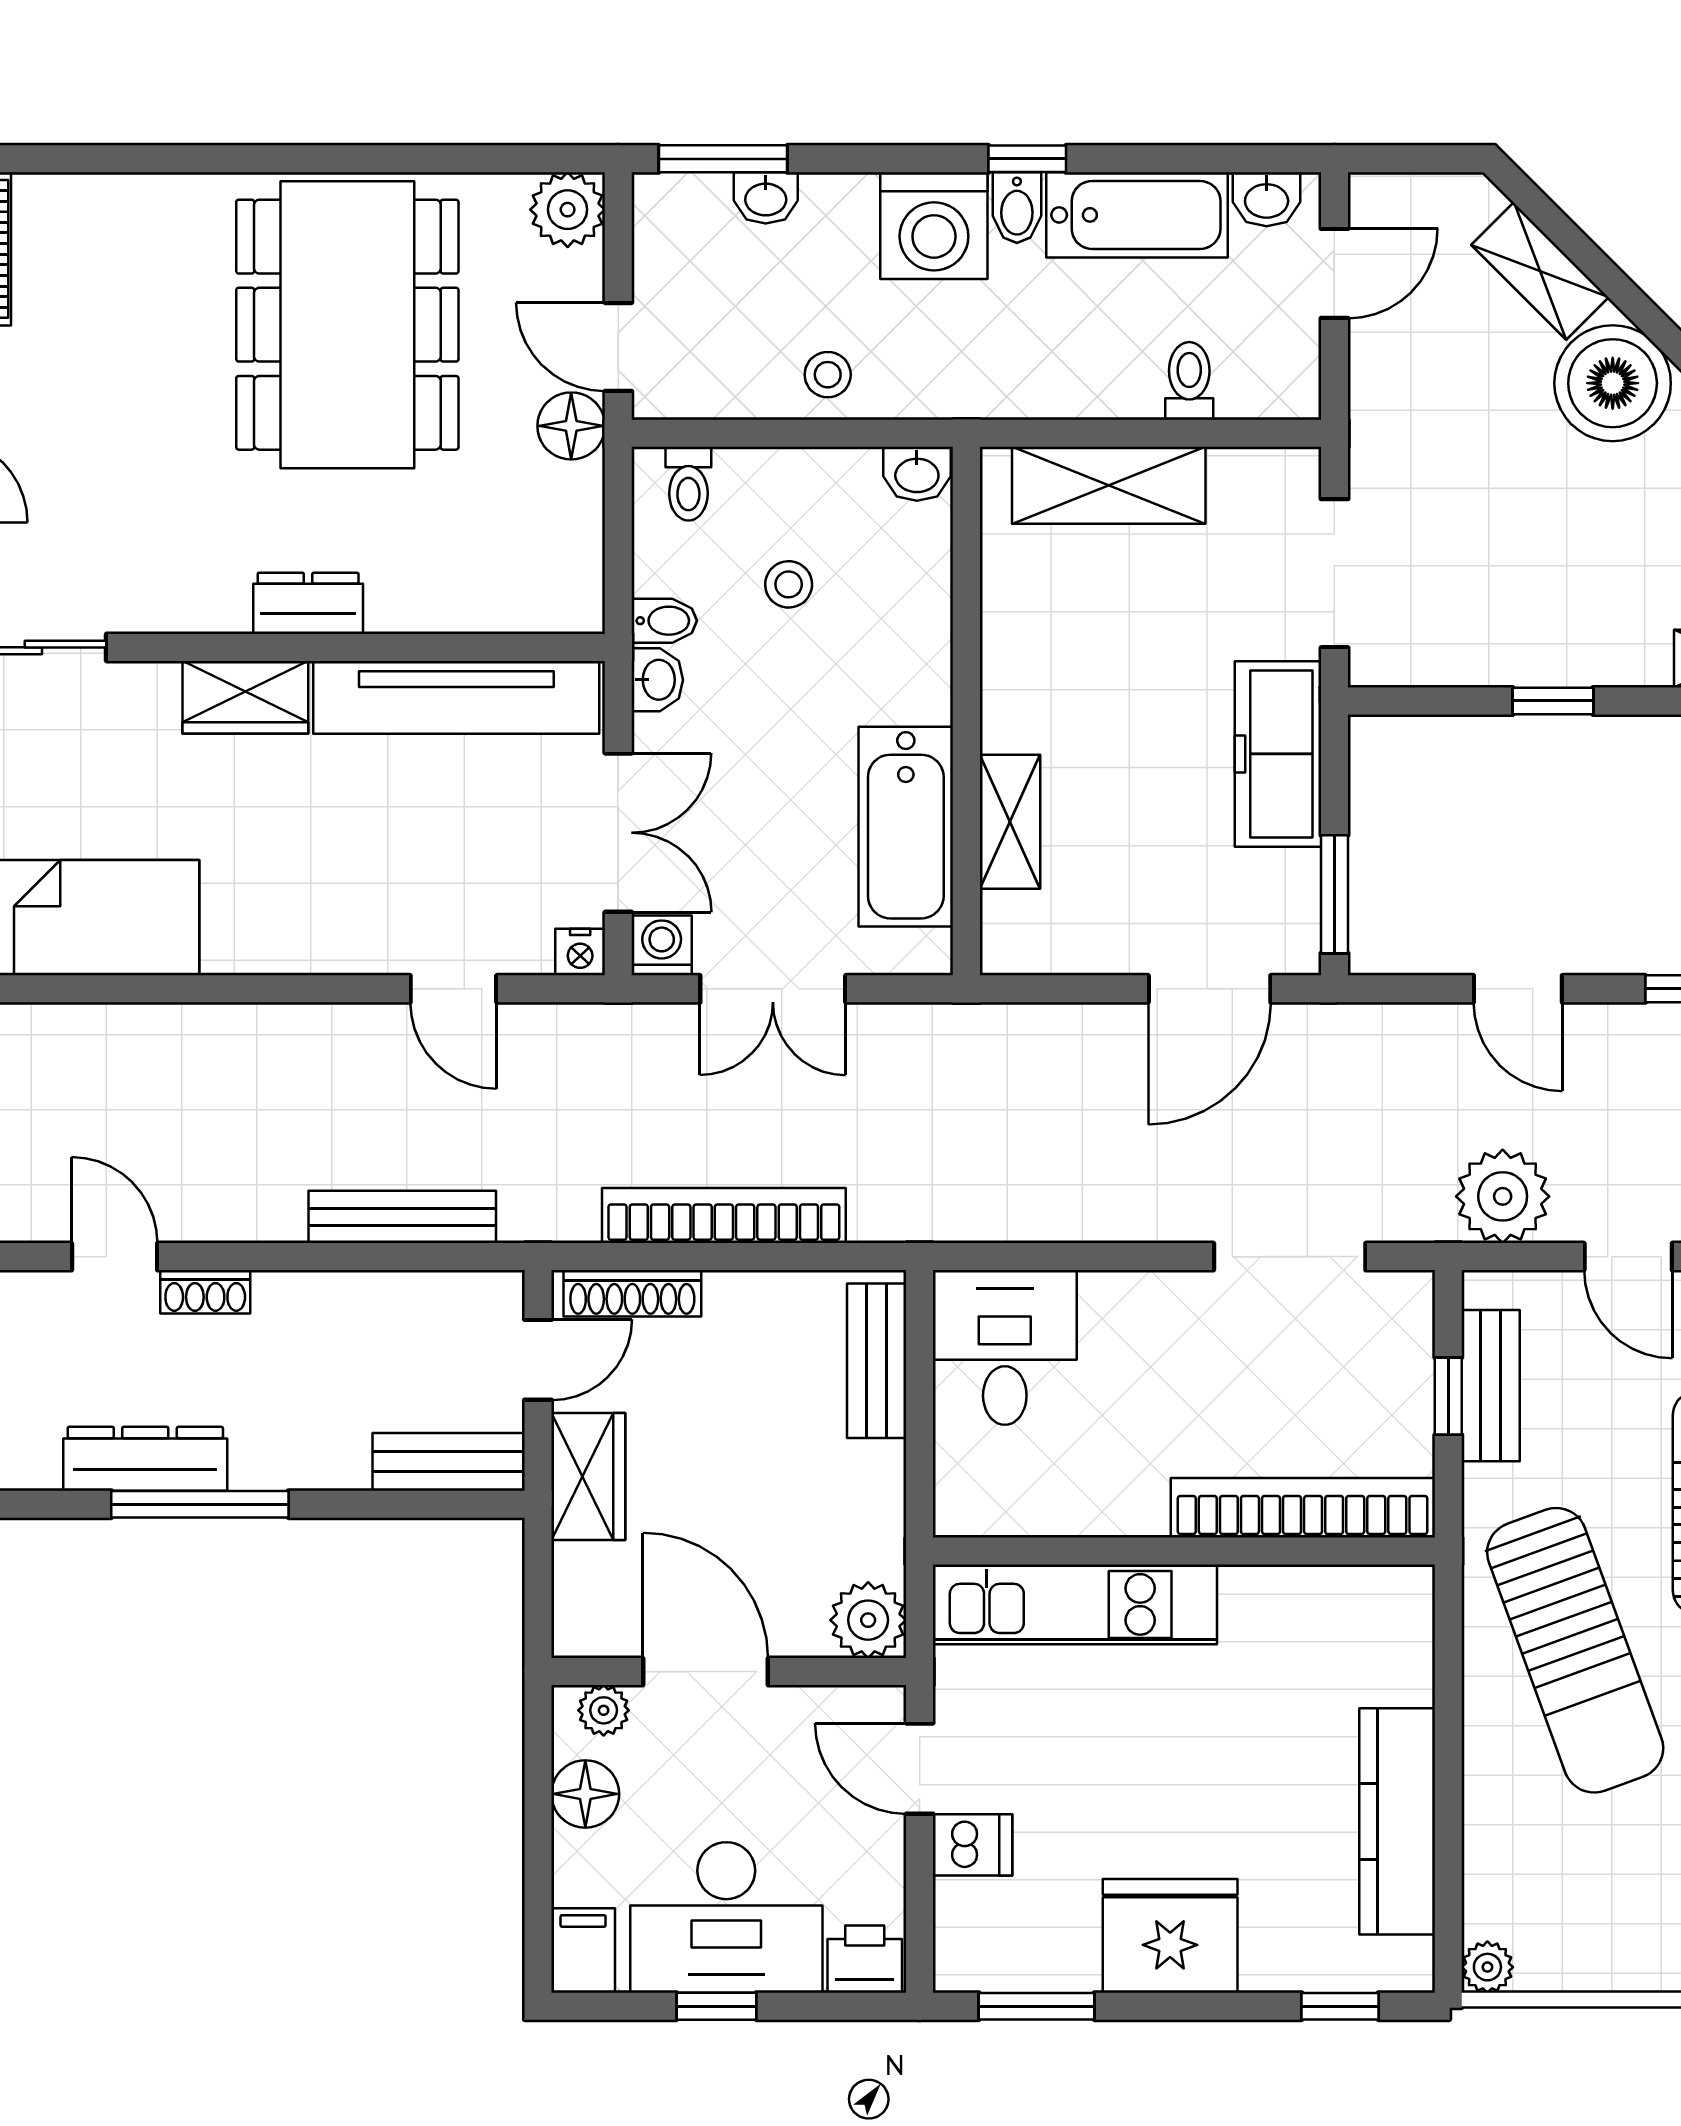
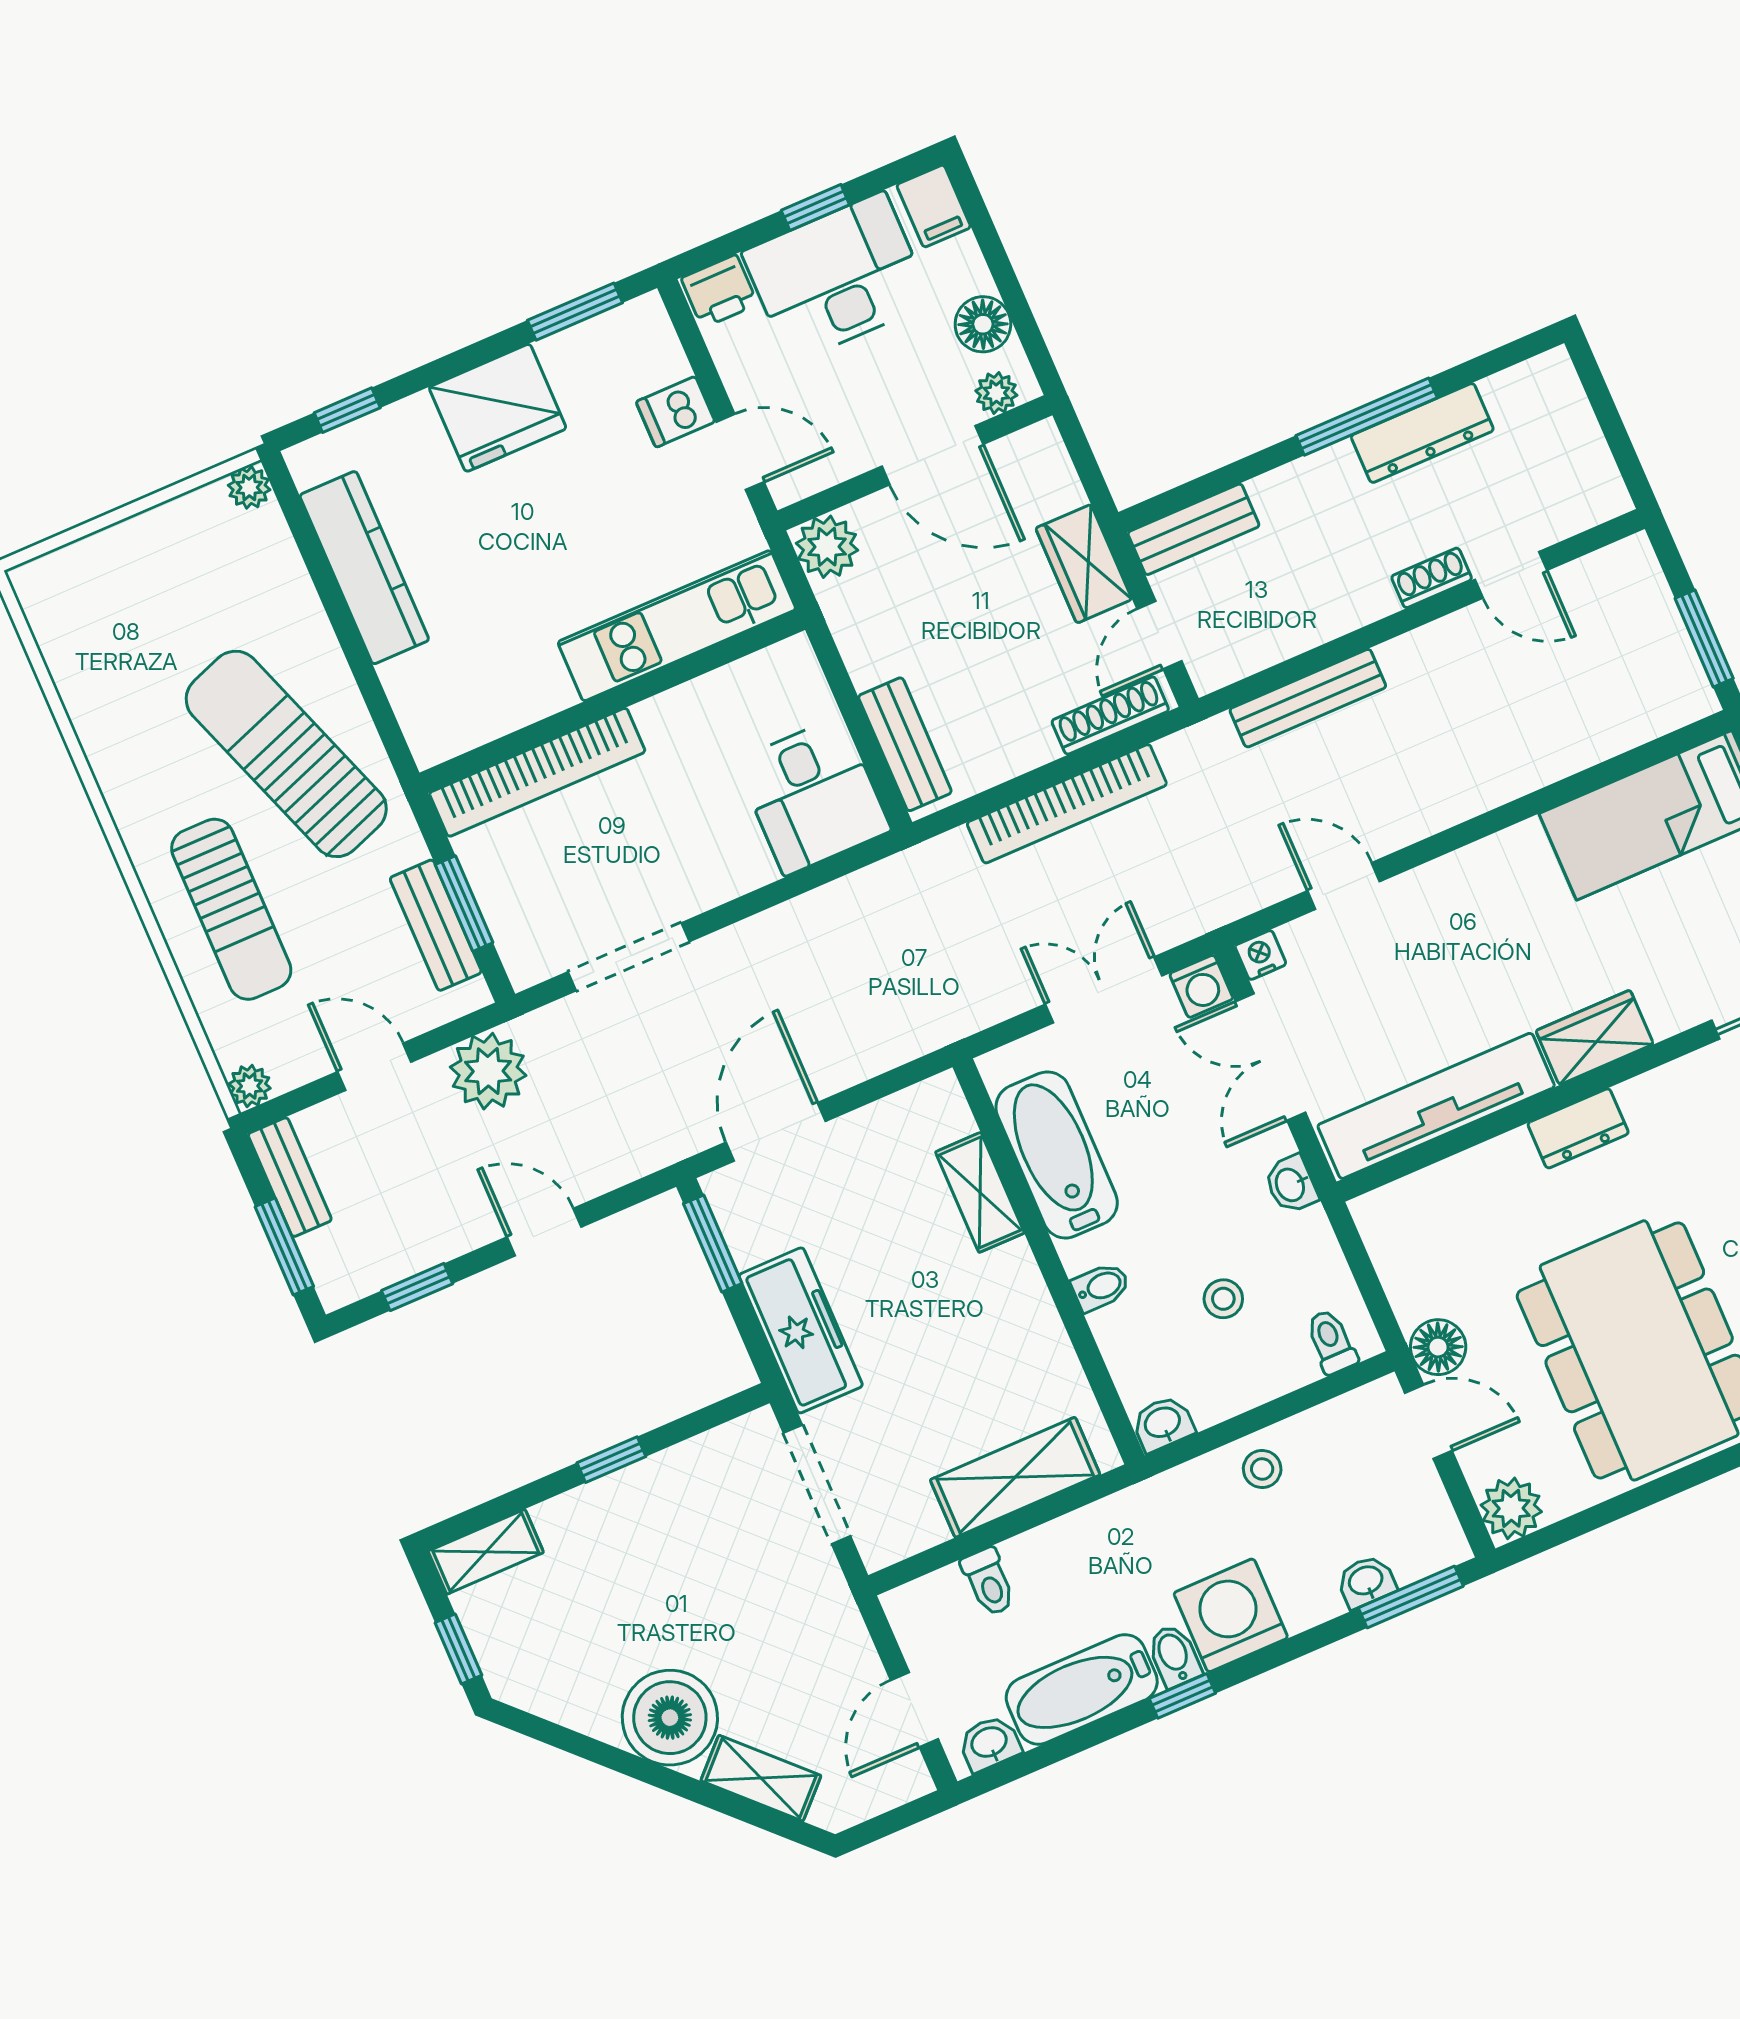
bidet: (664, 621) -> (1101, 1287), moved, turned 180
window: (1448, 1396) -> (464, 903), width x1.50

